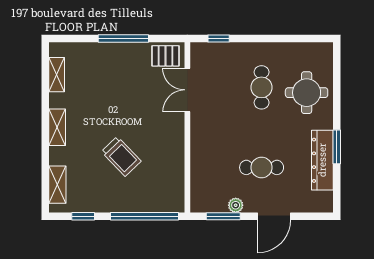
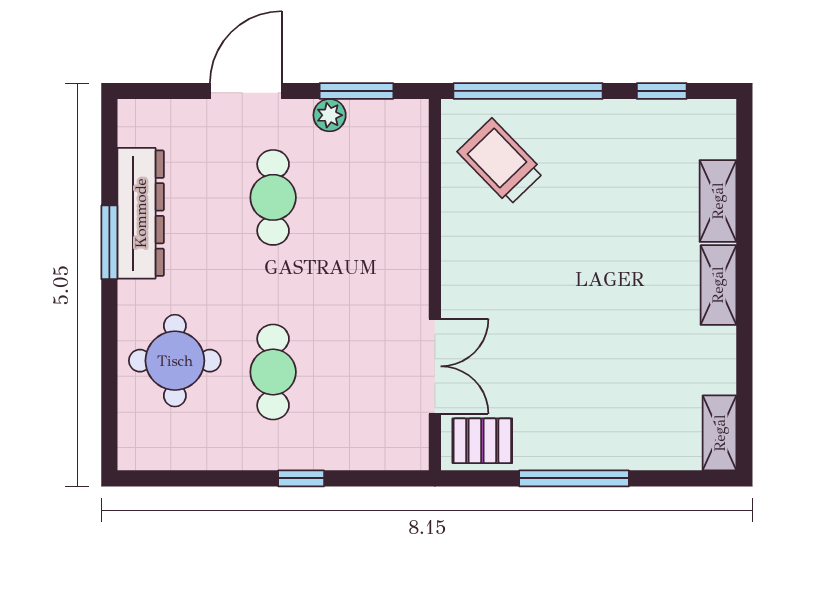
window: (219, 39) -> (301, 478), moved
shelving: (57, 75) -> (720, 433), moved
trolley: (121, 156) -> (501, 162), moved
cafe table: (262, 167) -> (273, 197), turned 90
shelving: (57, 185) -> (718, 201), moved

